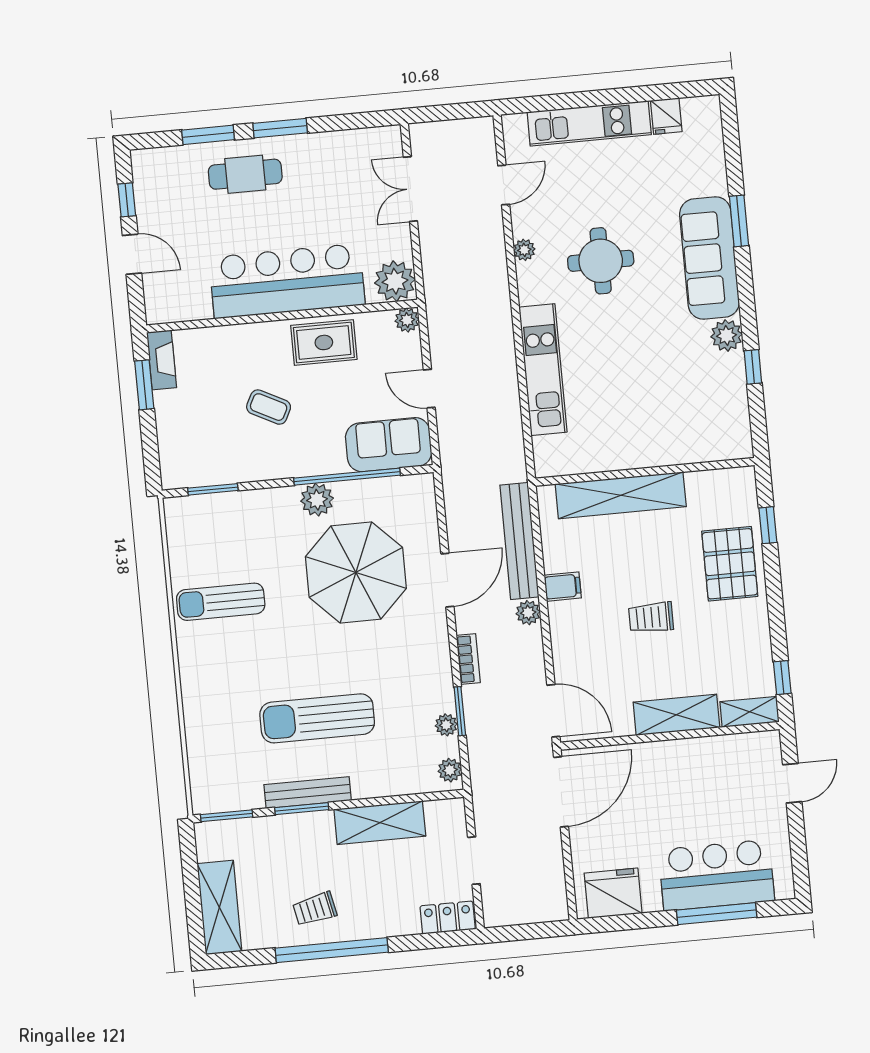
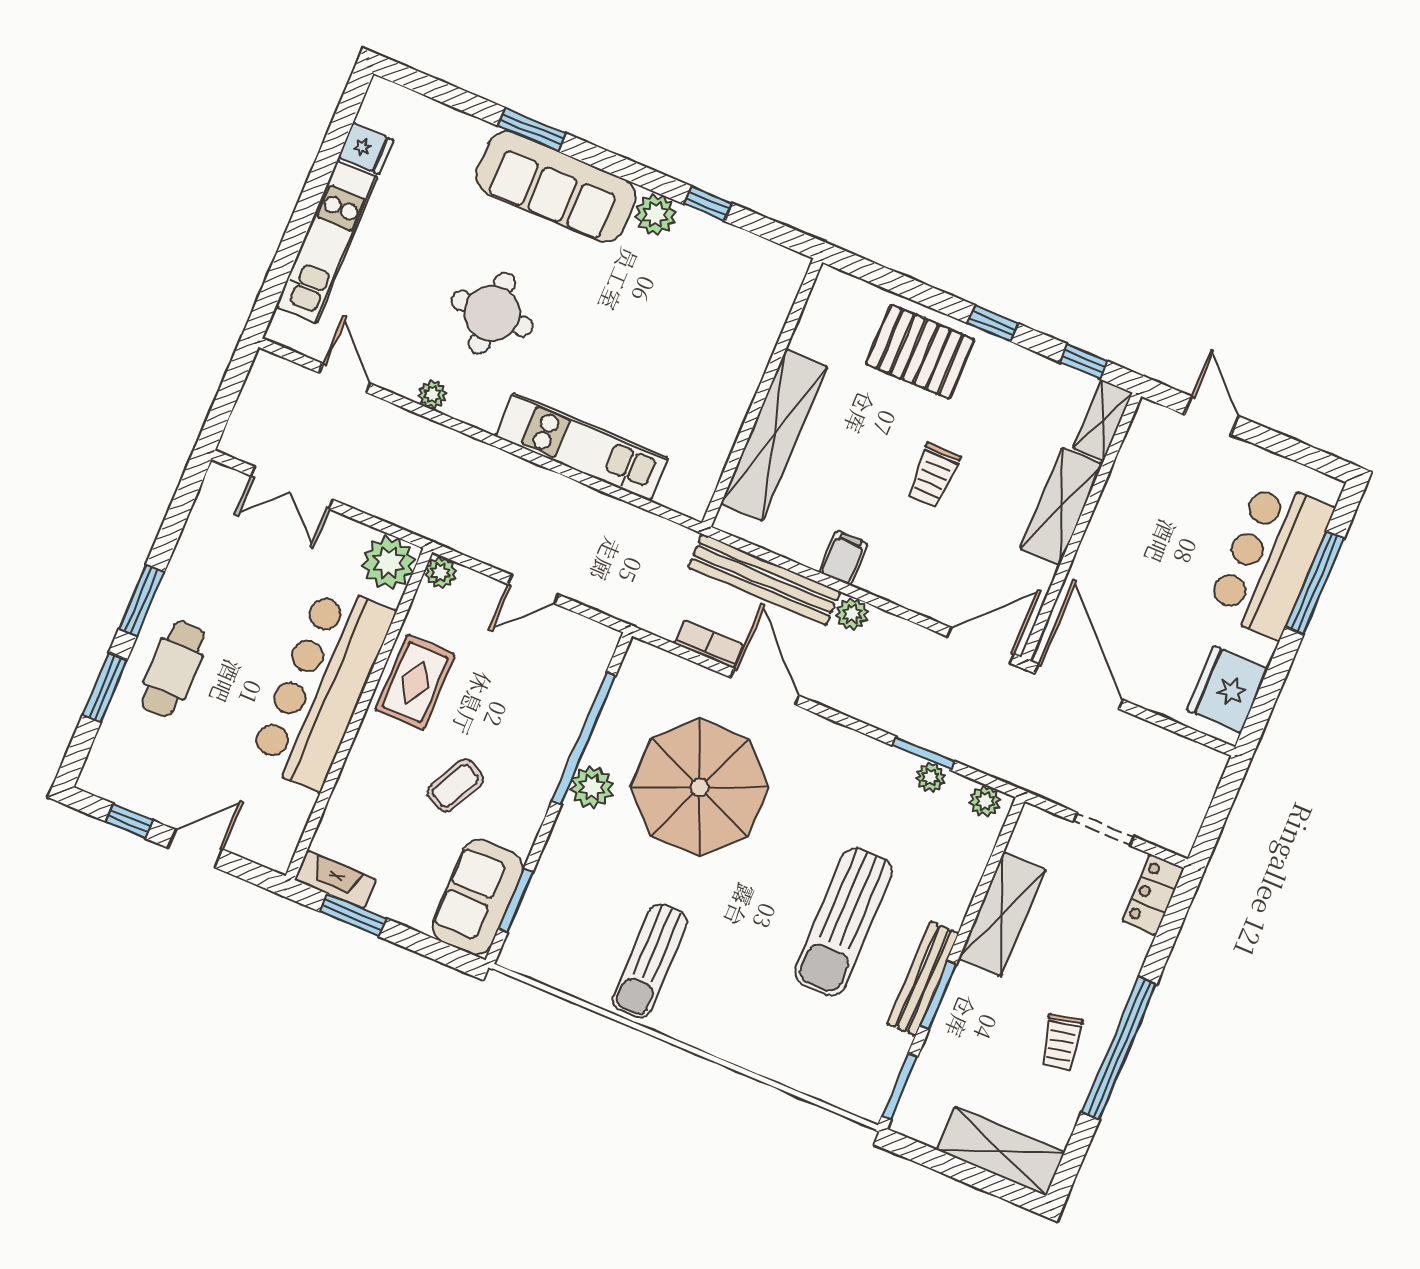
sofa: (389, 445) -> (478, 897), moved
window: (768, 525) -> (993, 323), moved
bookcase: (468, 659) -> (709, 644), moved

